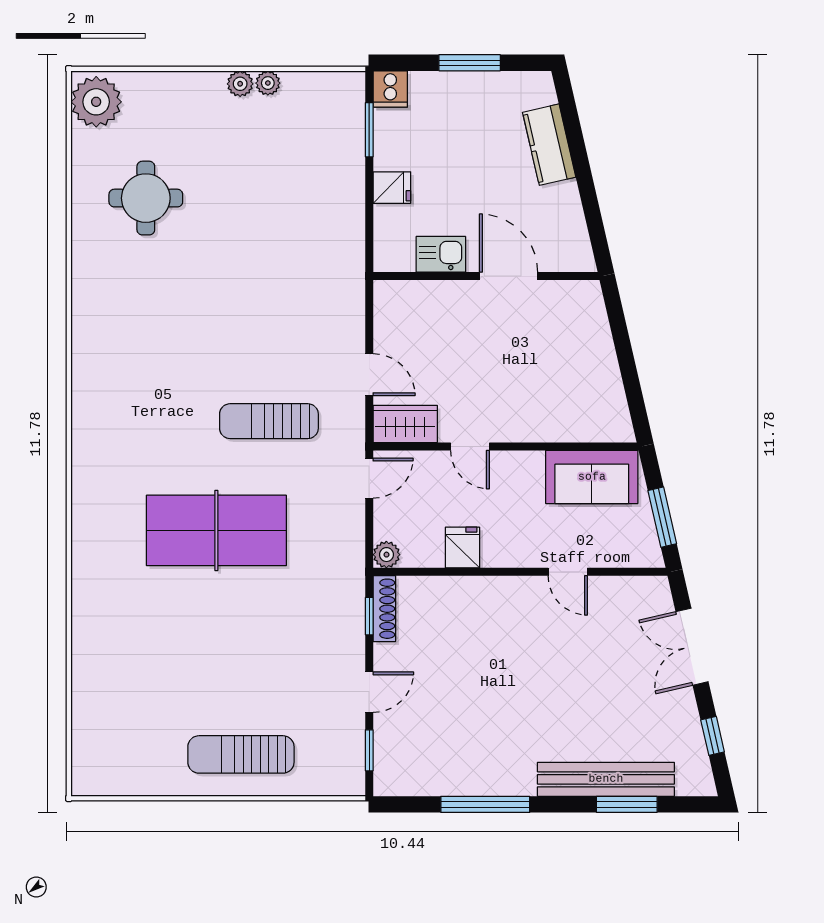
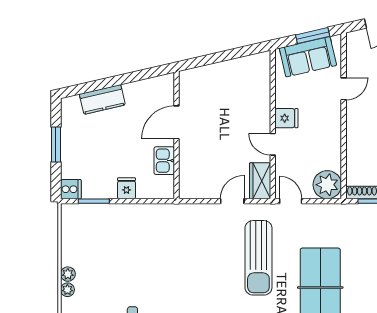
plant: (268, 83) -> (67, 290), moved
sun lounger: (269, 421) -> (258, 258), width x1.36, depth x1.34
door: (470, 446) -> (273, 144), swing flipped
sofa: (592, 477) -> (308, 57), moved, turned 77
fridge: (462, 548) -> (286, 118), moved, turned 180
plant: (386, 555) -> (327, 185), width x1.87, depth x1.87

